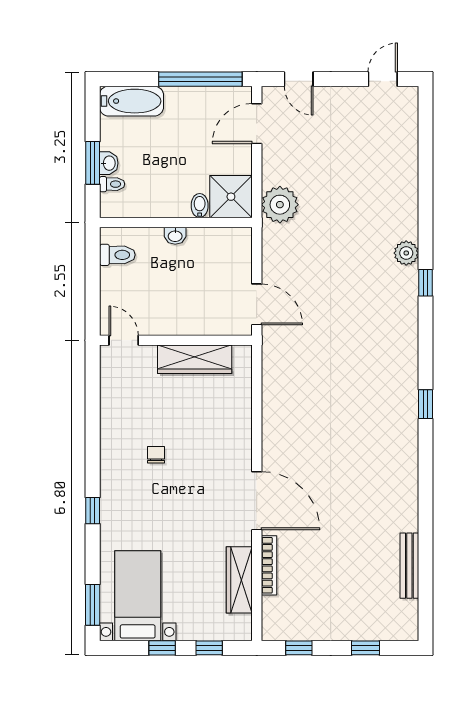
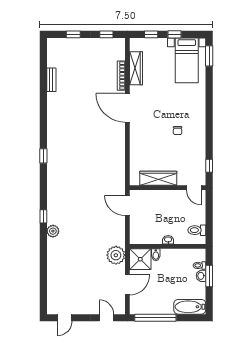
door: (257, 124) -> (127, 285), moved
window: (93, 511) -> (209, 166), moved
bench: (409, 566) -> (51, 80), width x0.73

